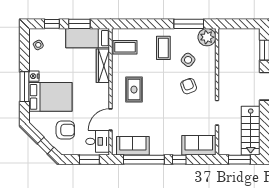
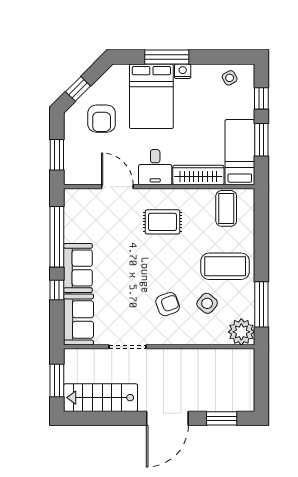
coffee table: (163, 48) -> (225, 266), width x1.36, depth x1.32
desk: (98, 141) -> (155, 167), moved
sofa: (133, 146) -> (78, 268), moved

